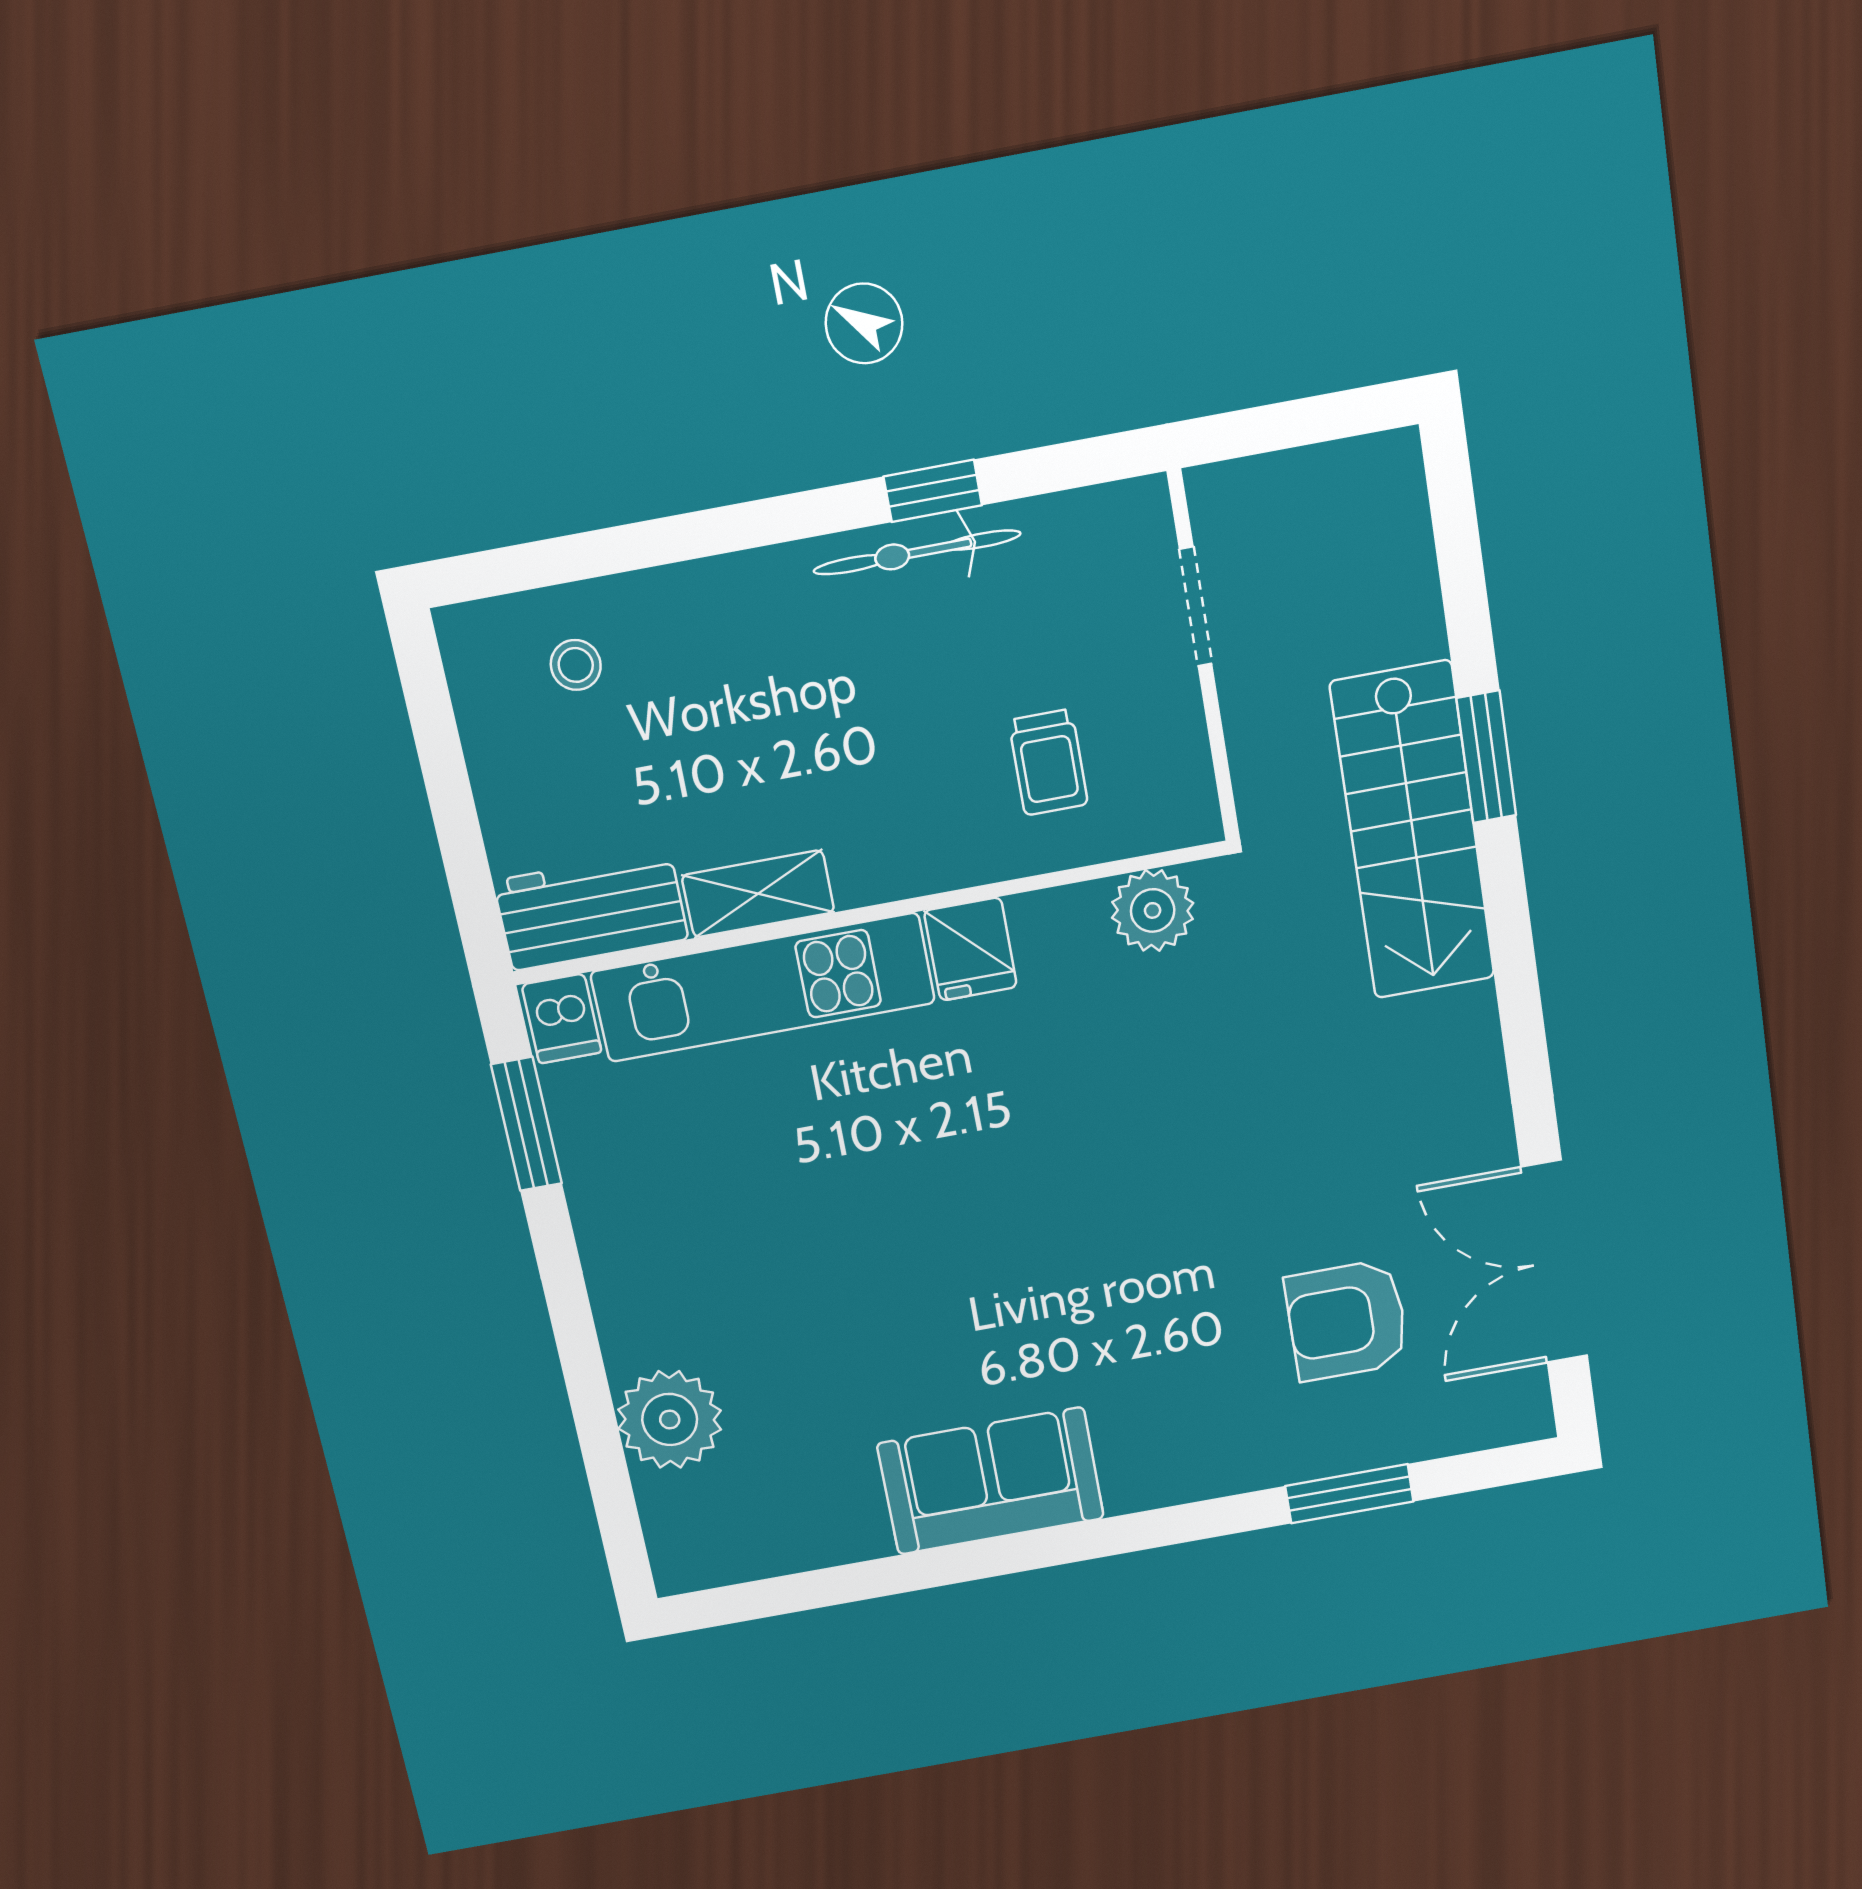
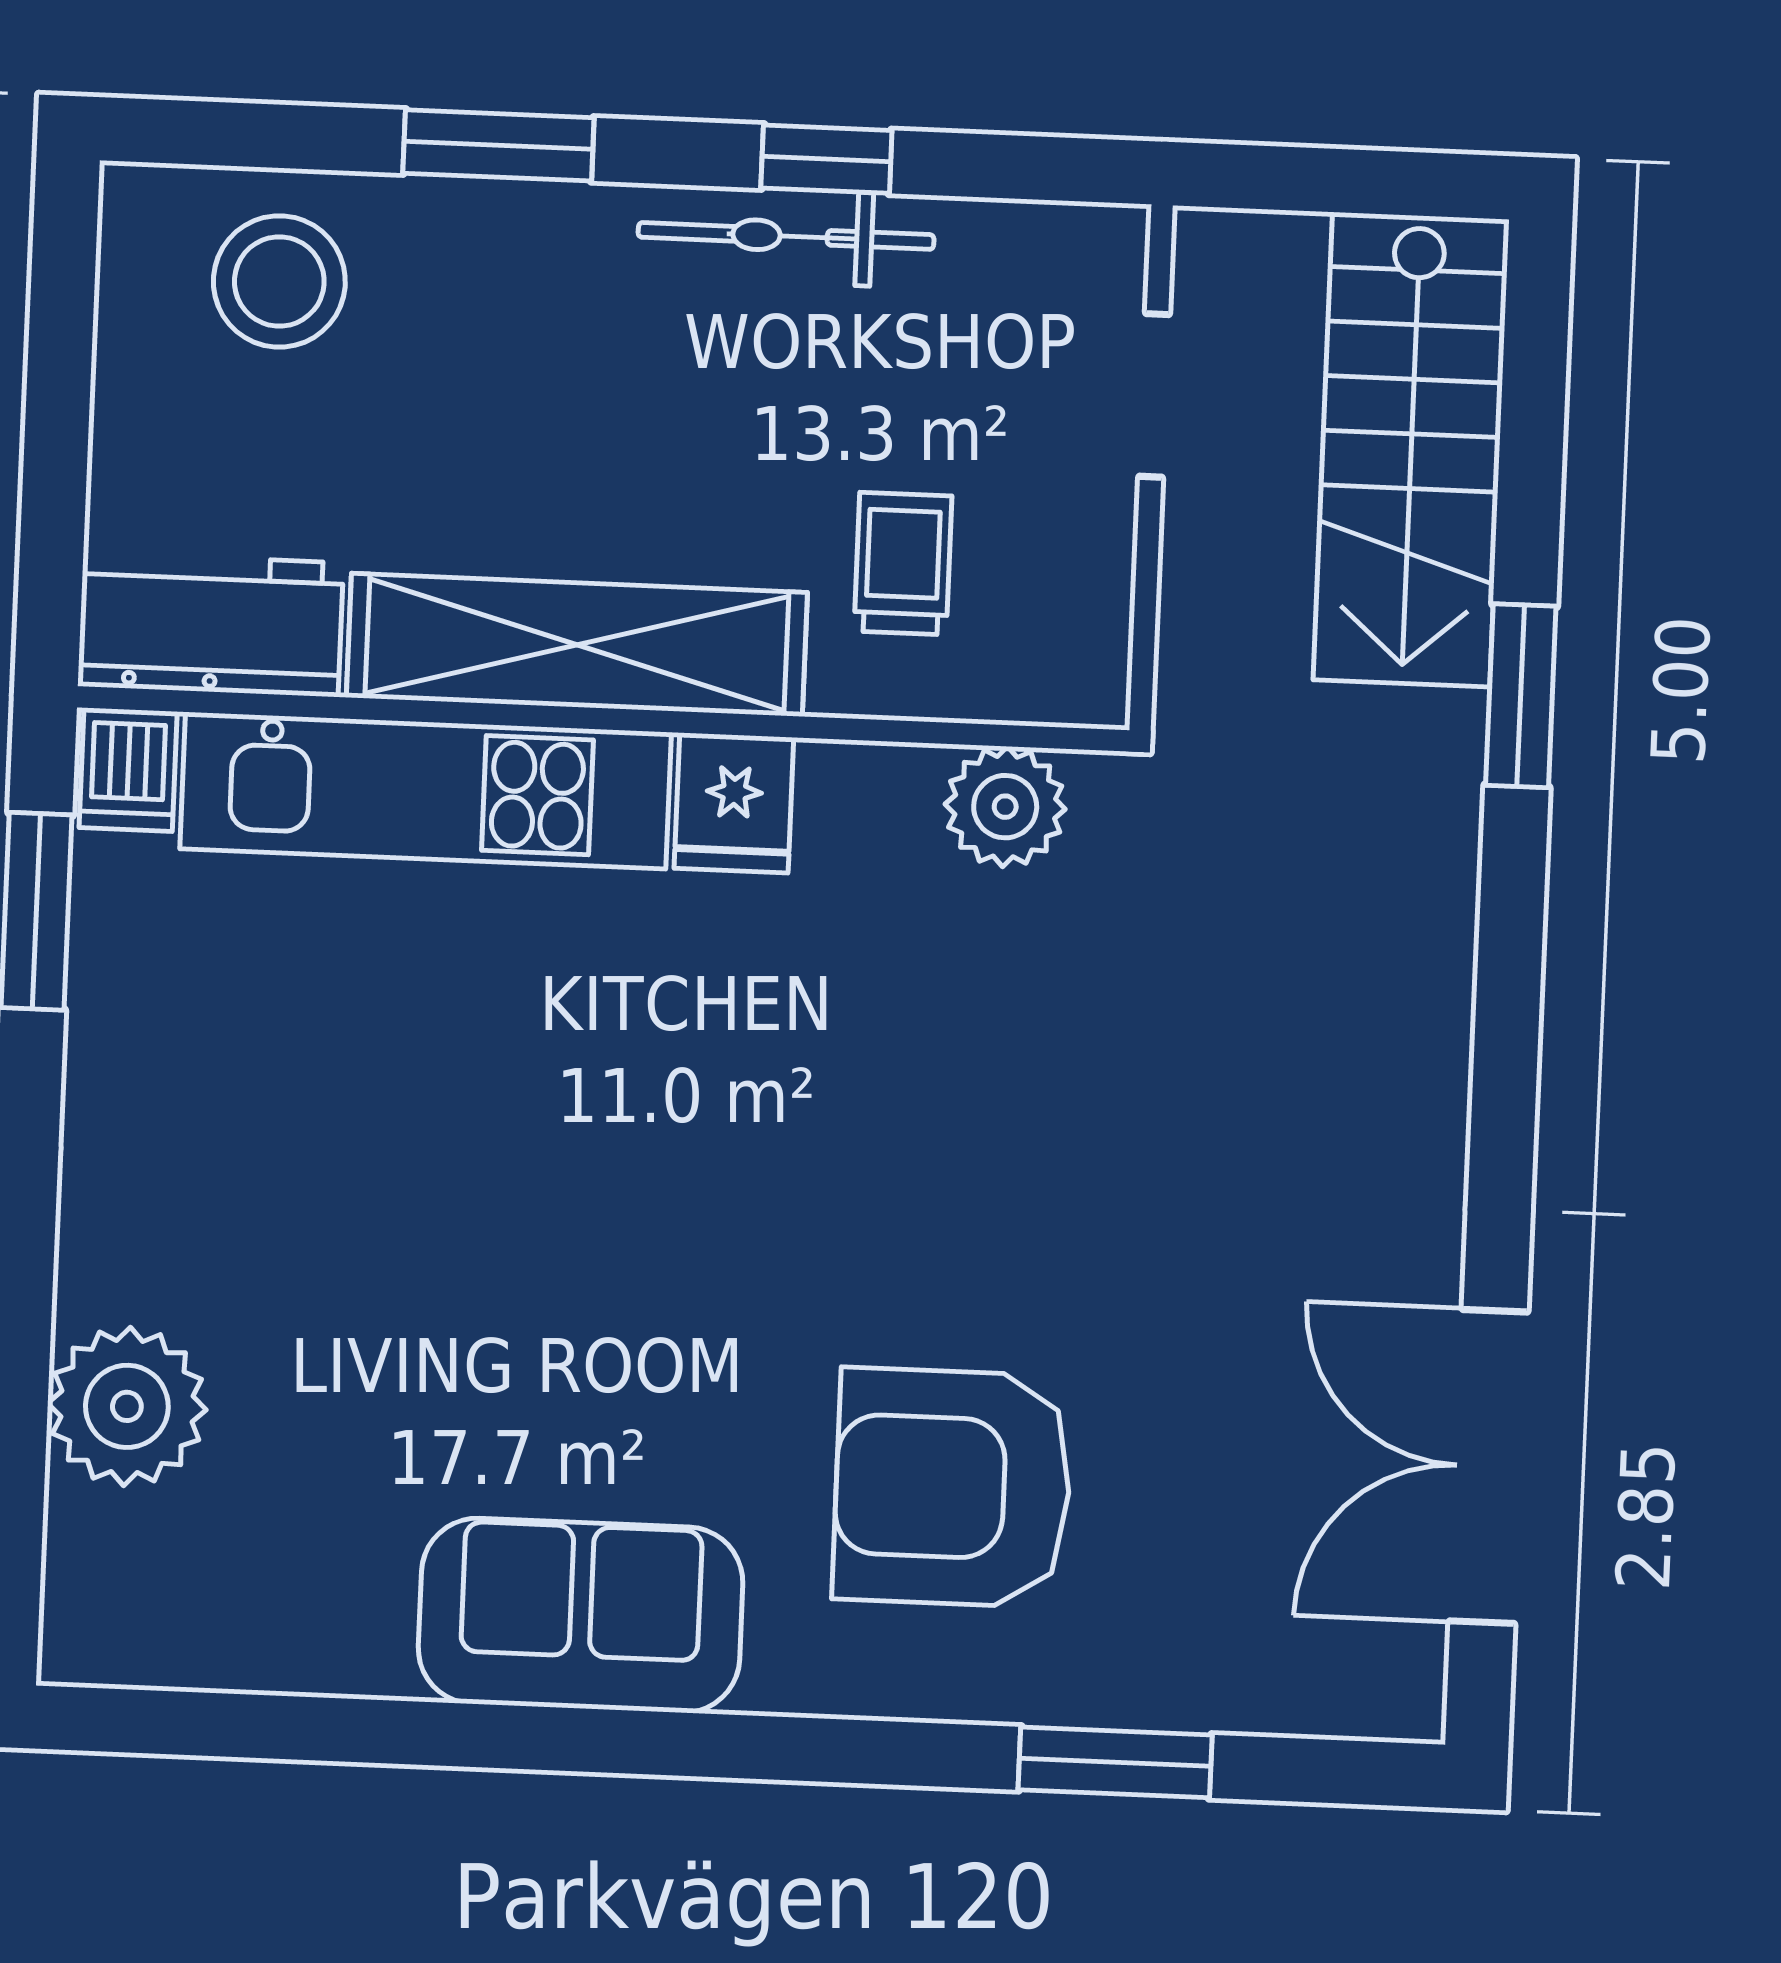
window: (702, 534) -> (498, 145), added
stool: (576, 665) -> (279, 281), width x1.89, depth x1.89
trolley: (1048, 762) -> (903, 564), turned 180
stairs: (1413, 831) -> (1411, 450), moved
shelving: (758, 894) -> (577, 645), width x2.20, depth x1.33
armchair: (1347, 1320) -> (953, 1488), moved, width x1.36, depth x1.36

